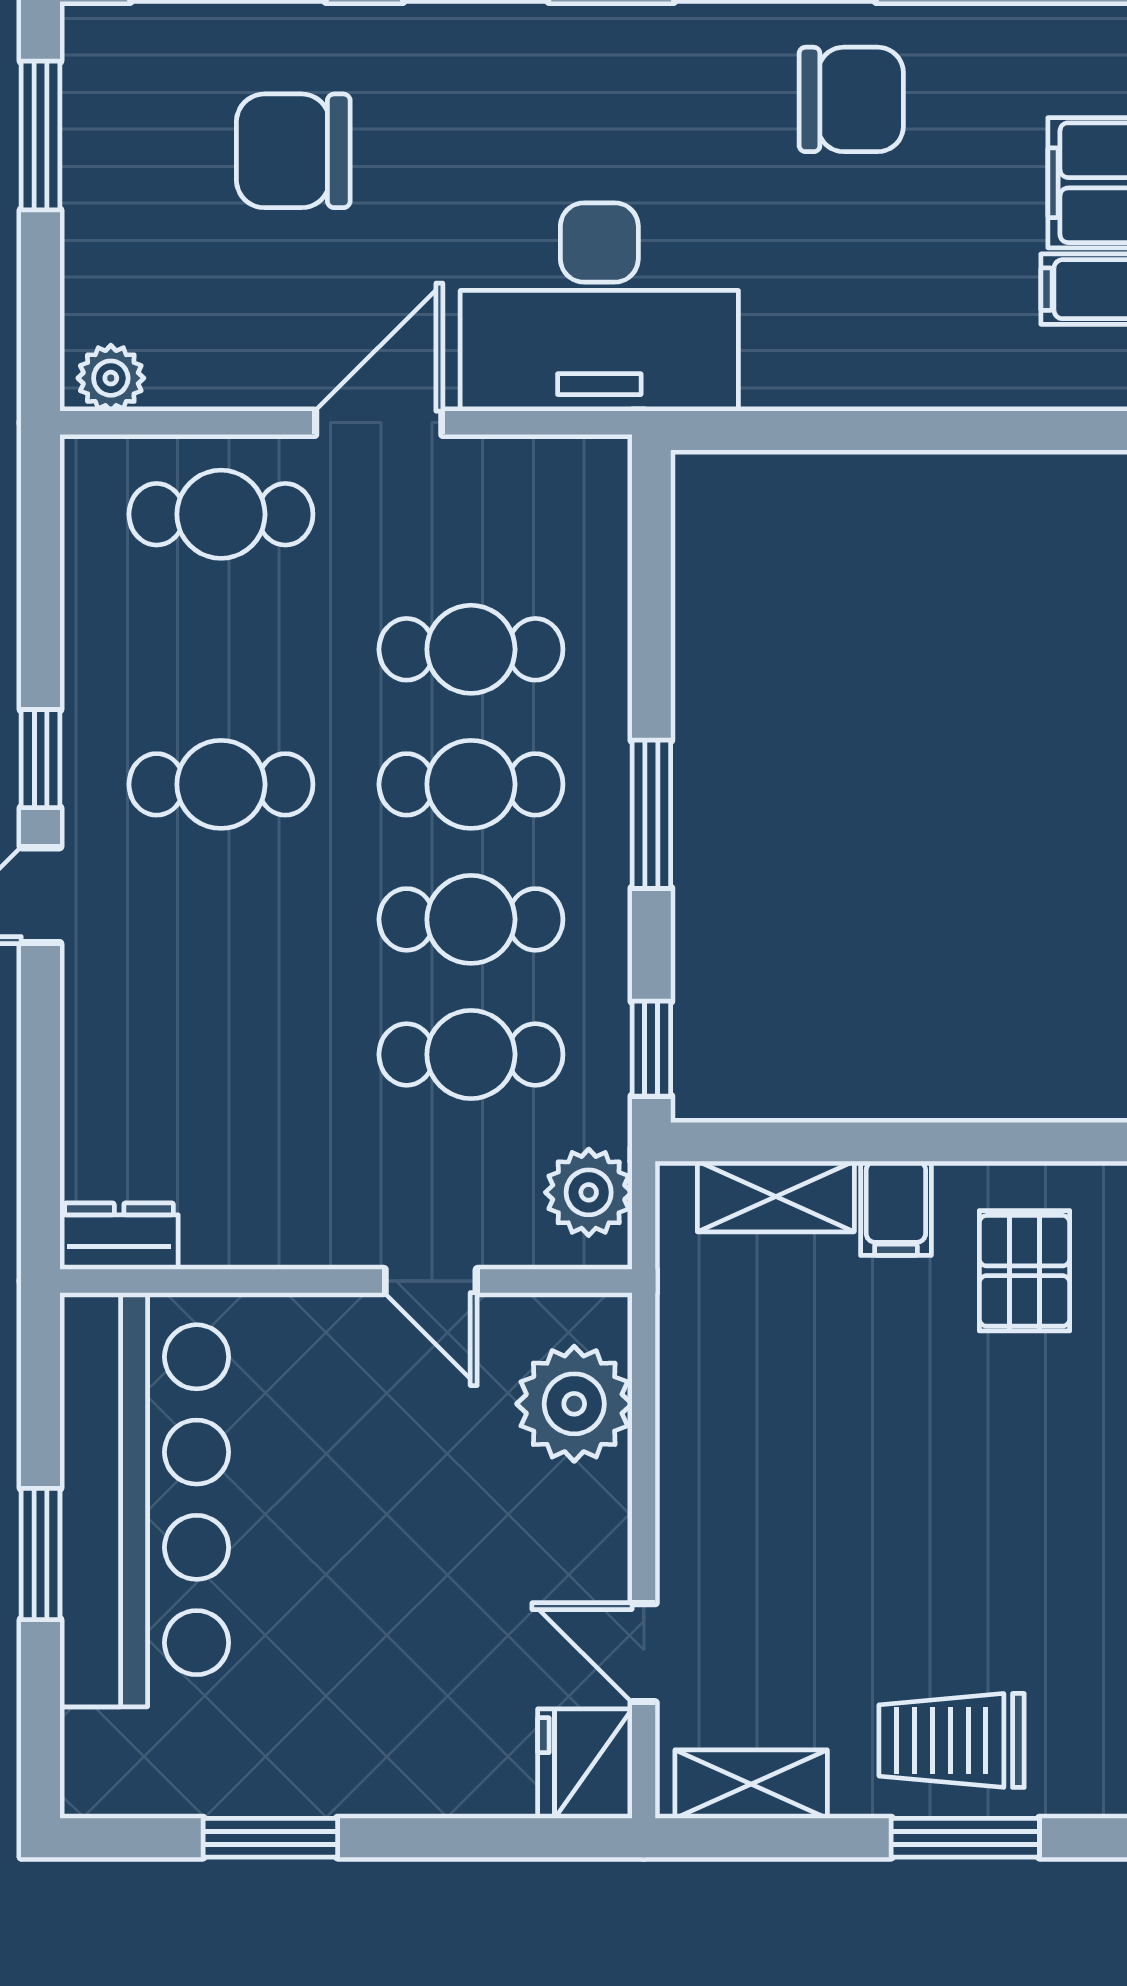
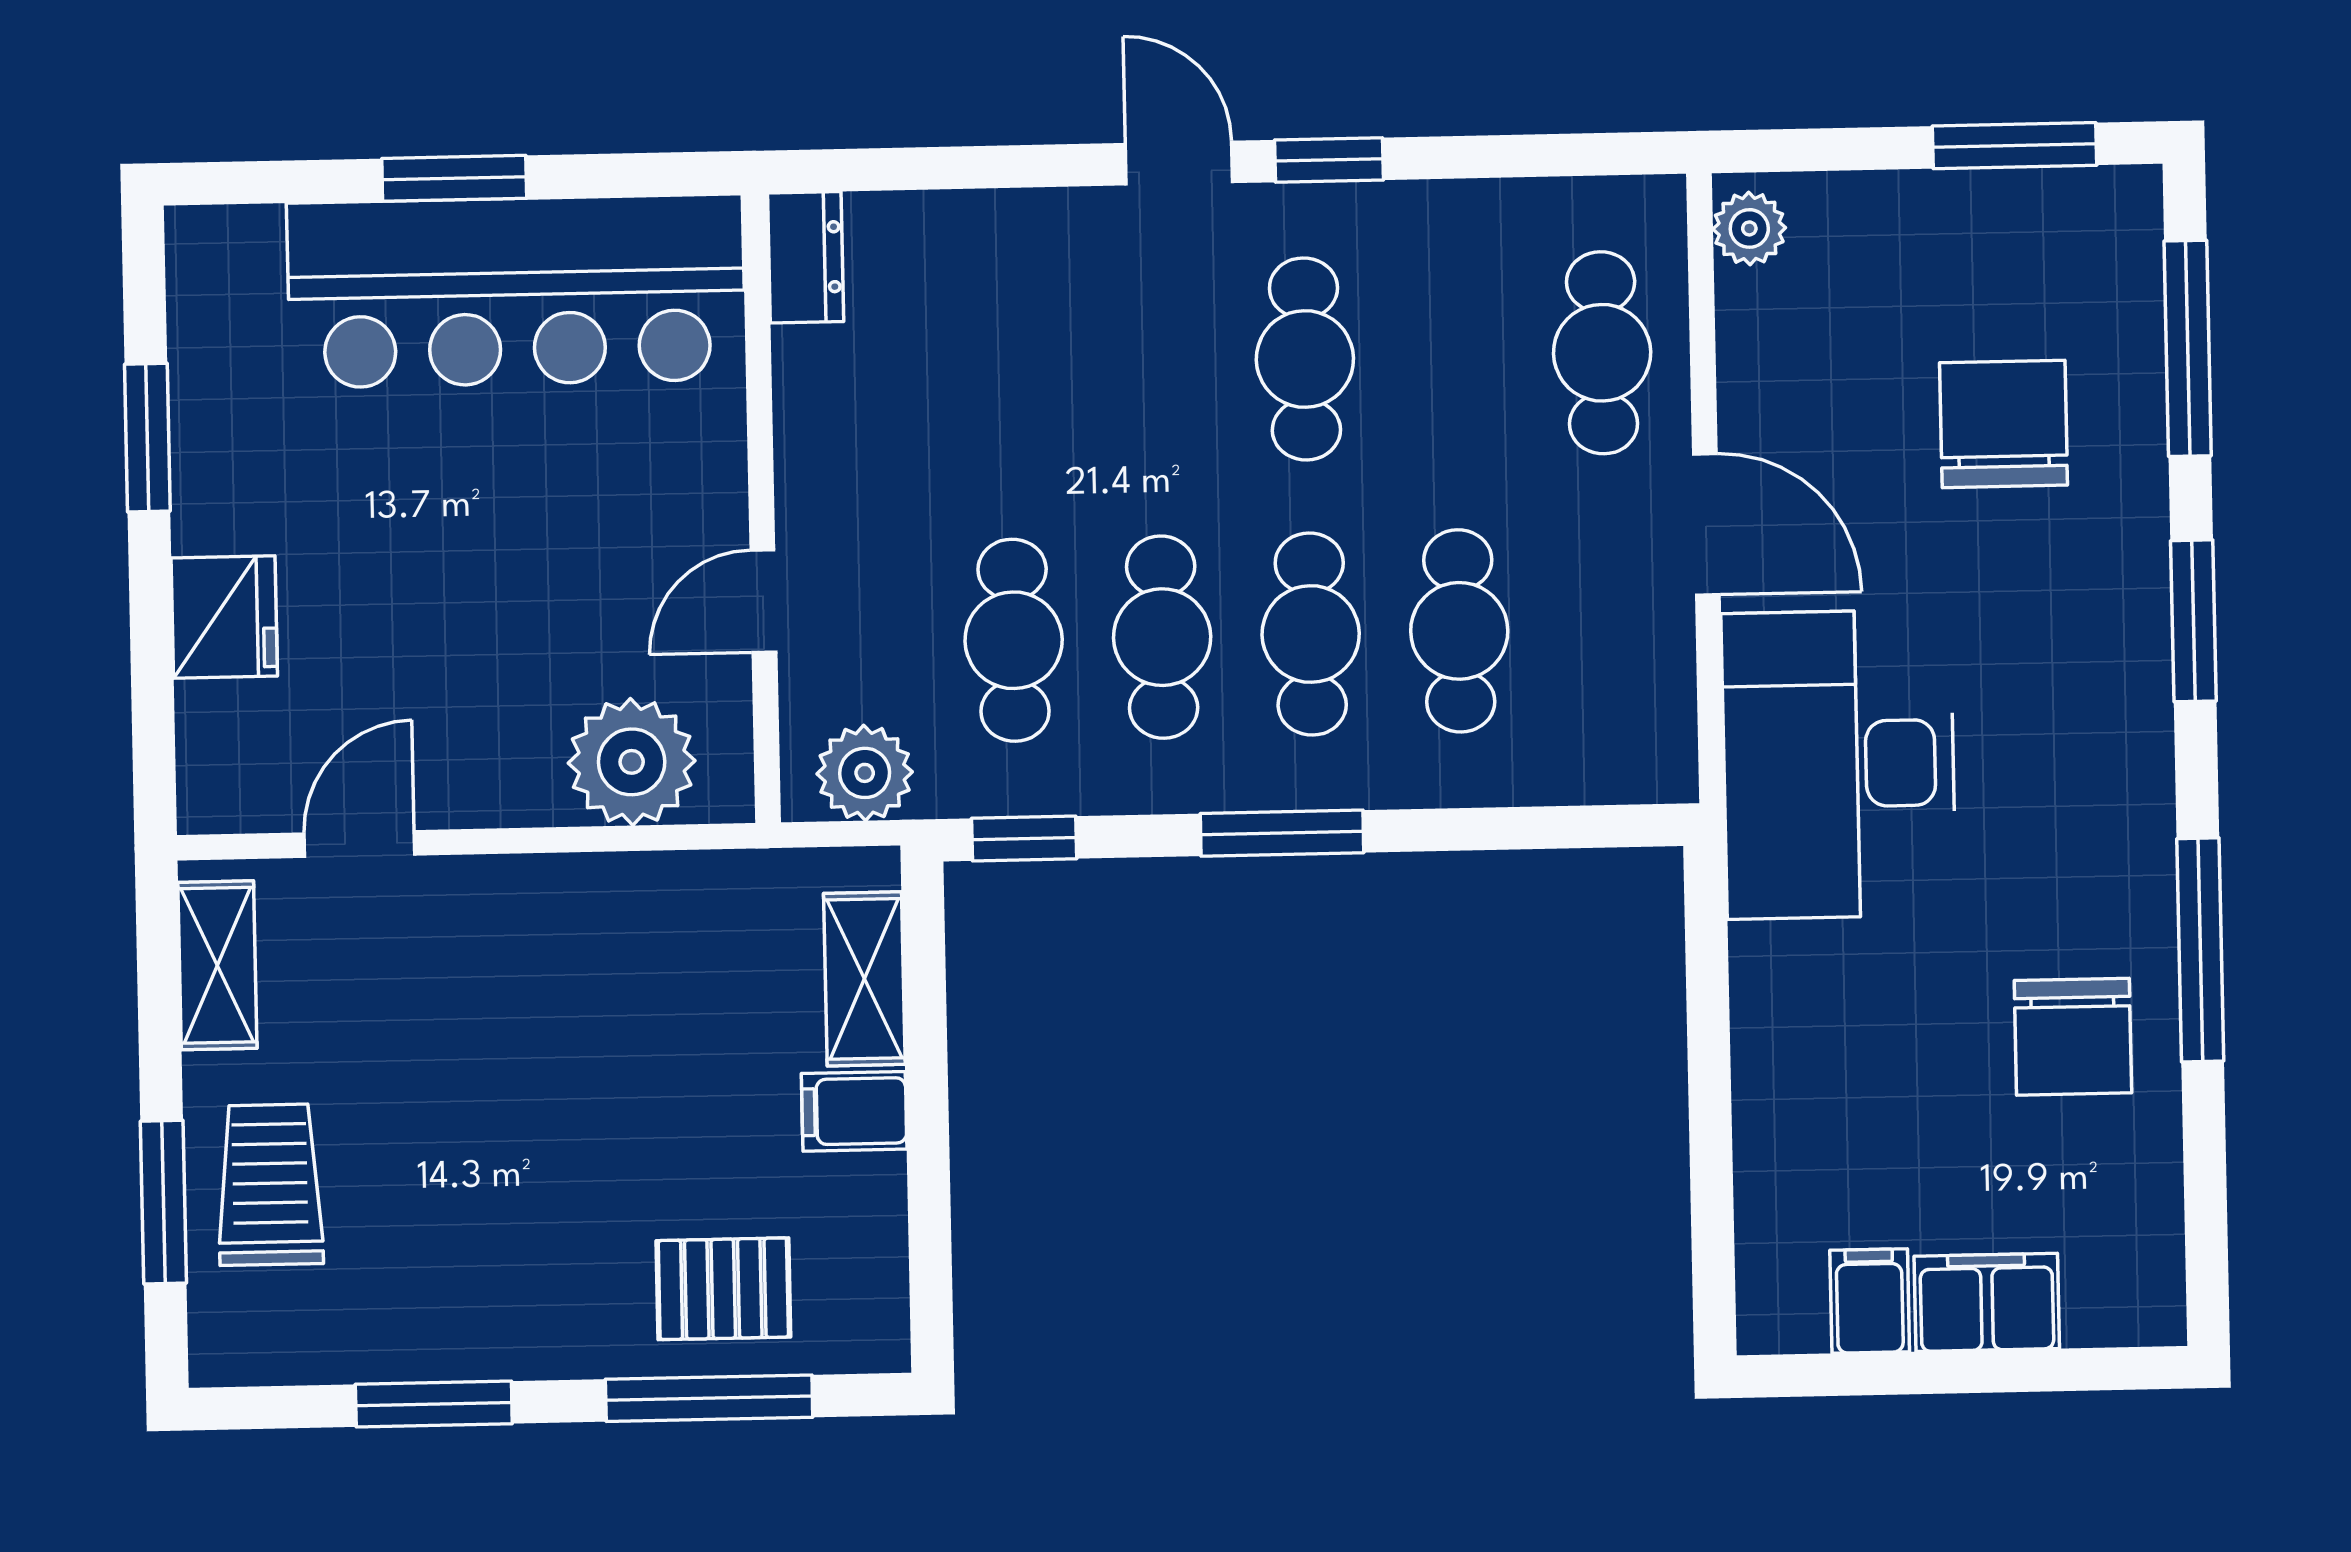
pallet: (1025, 1271) -> (723, 1289), moved
fridge: (585, 1764) -> (224, 617), moved, turned 90

